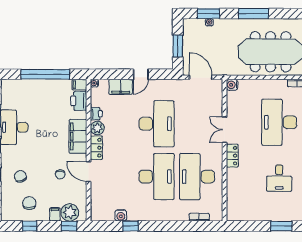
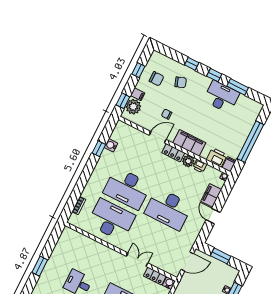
locker: (232, 156) -> (155, 276), moved

